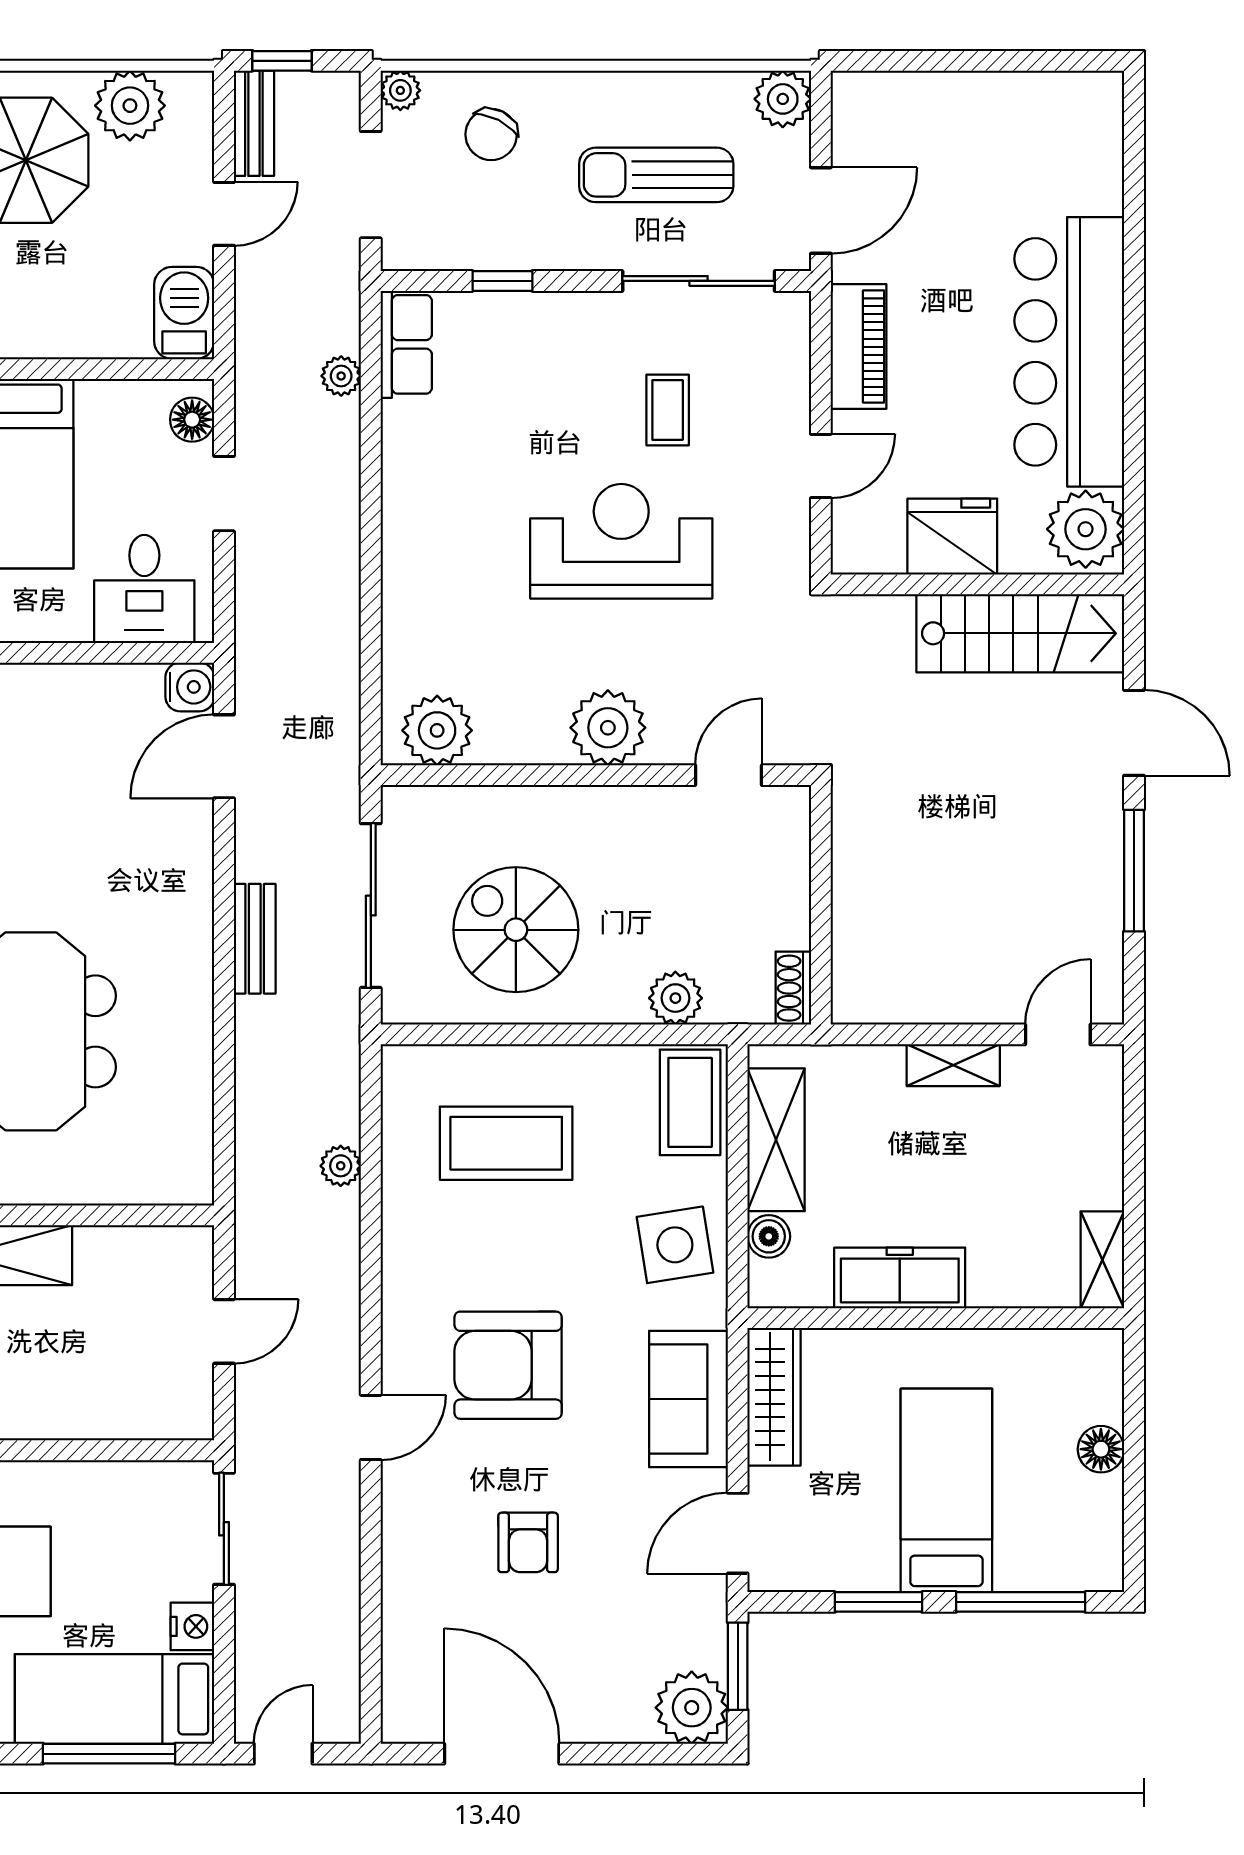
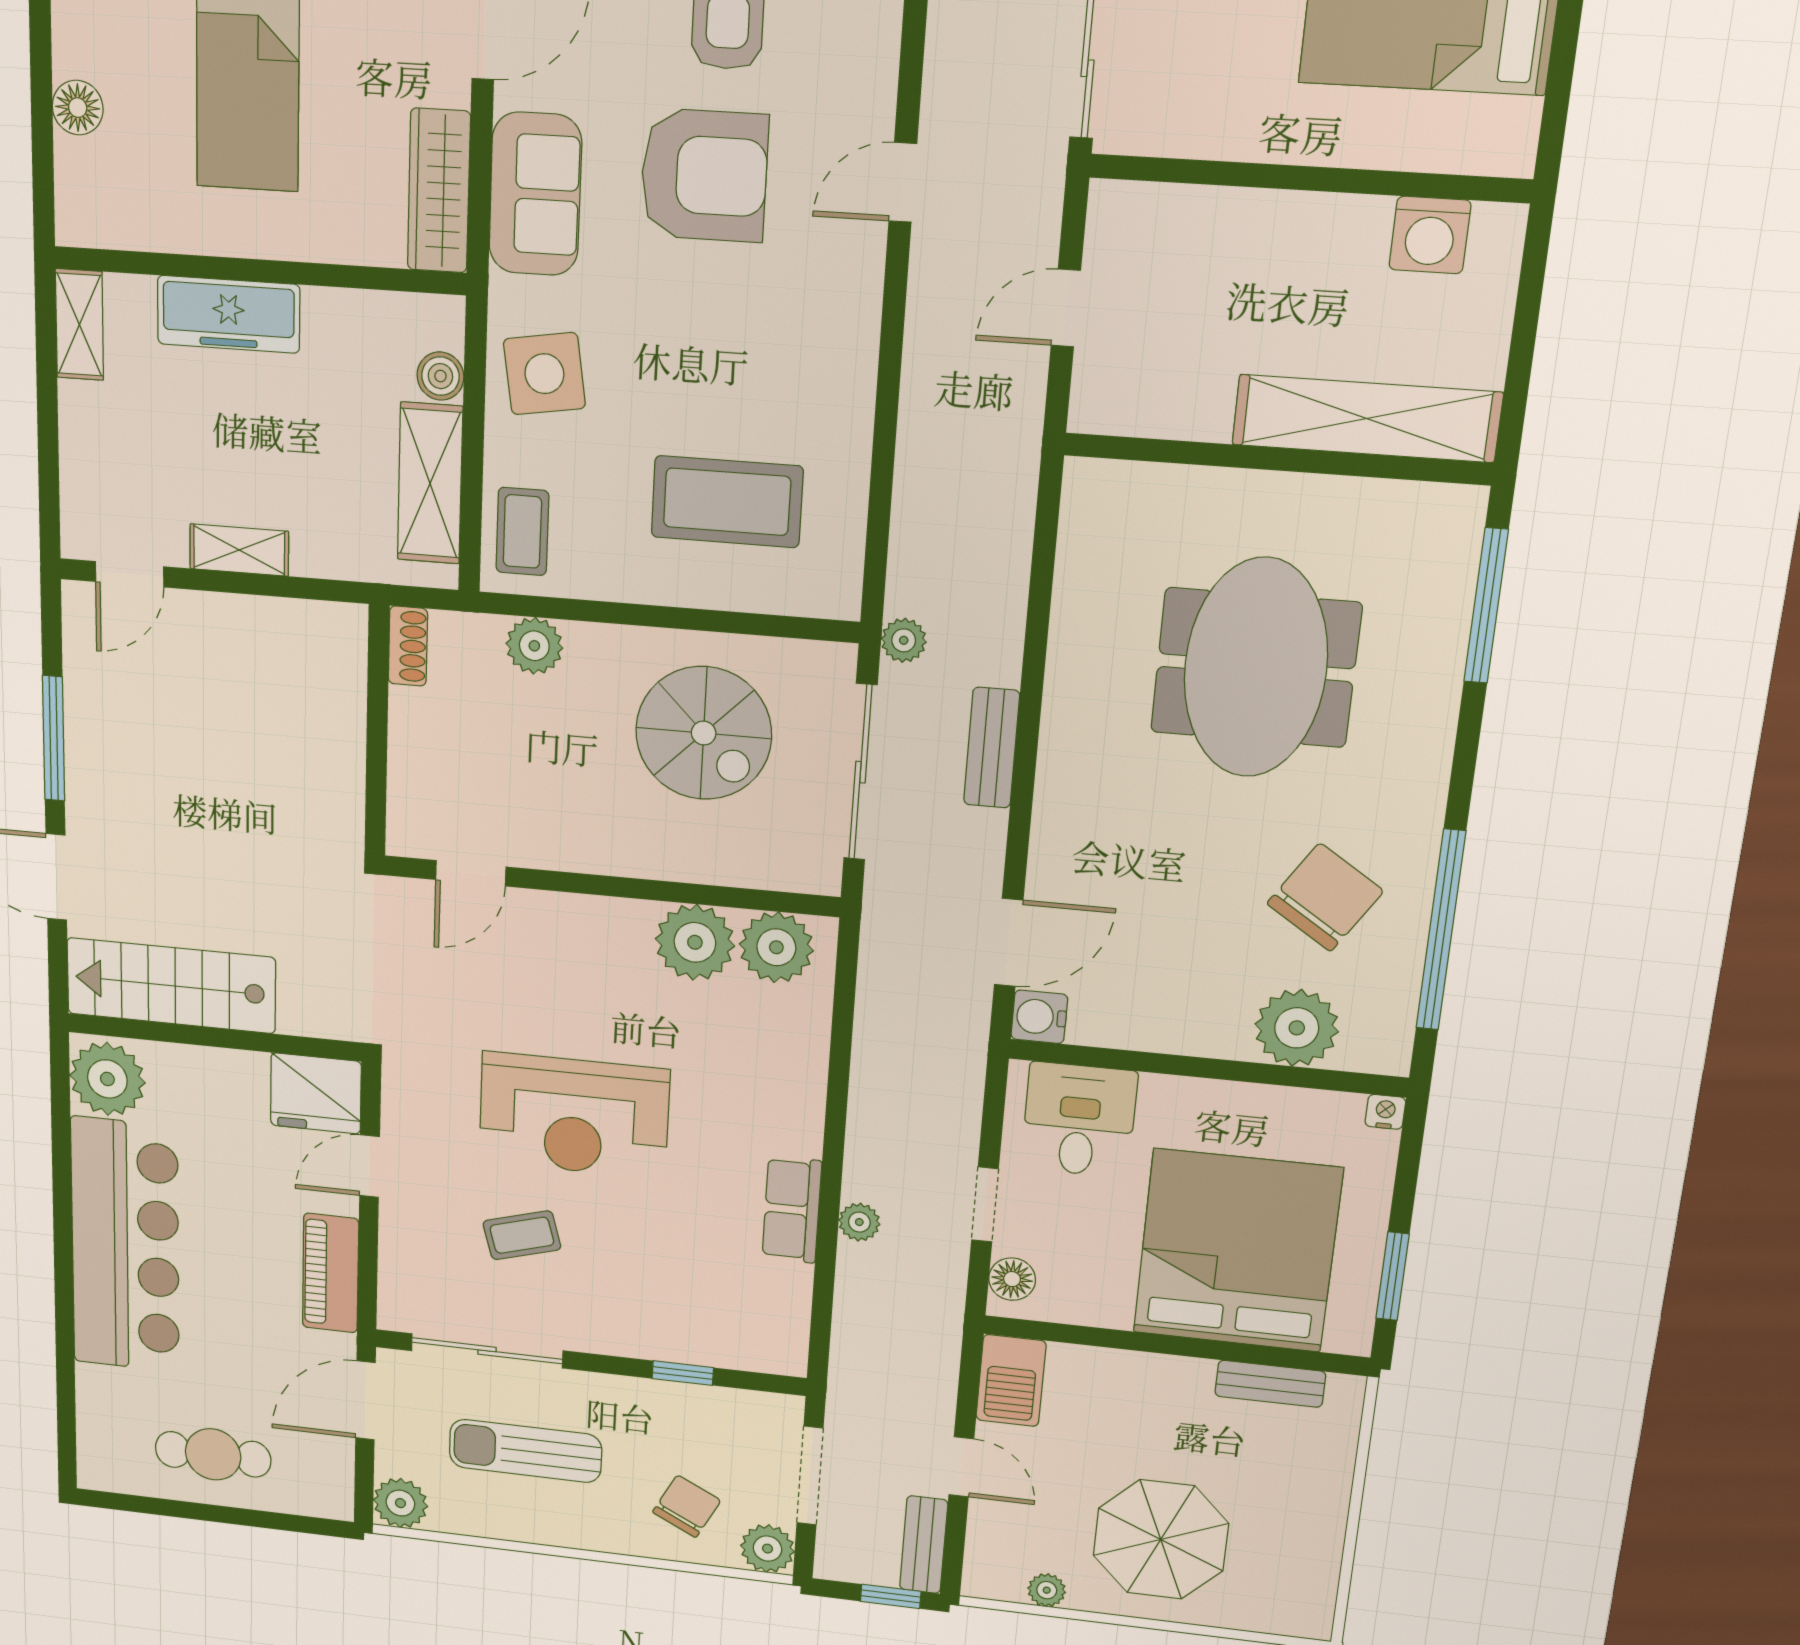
plant: (400, 90) -> (767, 1549), width x1.38, depth x1.38
plant: (130, 106) -> (1047, 1590), width x0.53, depth x0.53
cafe table: (979, 129) -> (213, 1454), added
sun lounger: (656, 175) -> (525, 1451), turned 180
door: (224, 214) -> (961, 1467), swing flipped
row of seats: (406, 344) -> (792, 1210), moved
plant: (341, 376) -> (859, 1222), moved
coffee table: (668, 410) -> (522, 1235), turned 74
fridge: (952, 537) -> (316, 1093), moved
plant: (608, 728) -> (695, 942), moved
coffee table: (690, 1102) -> (522, 531), width x0.73, depth x0.77
plant: (341, 1166) -> (904, 640), moved
freezer: (900, 1278) -> (229, 314), moved
armchair: (508, 1365) -> (704, 175), moved

